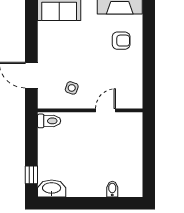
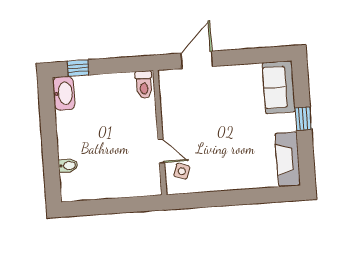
armchair: (121, 41) -> (245, 164), removed
side table: (72, 88) -> (182, 171), moved

